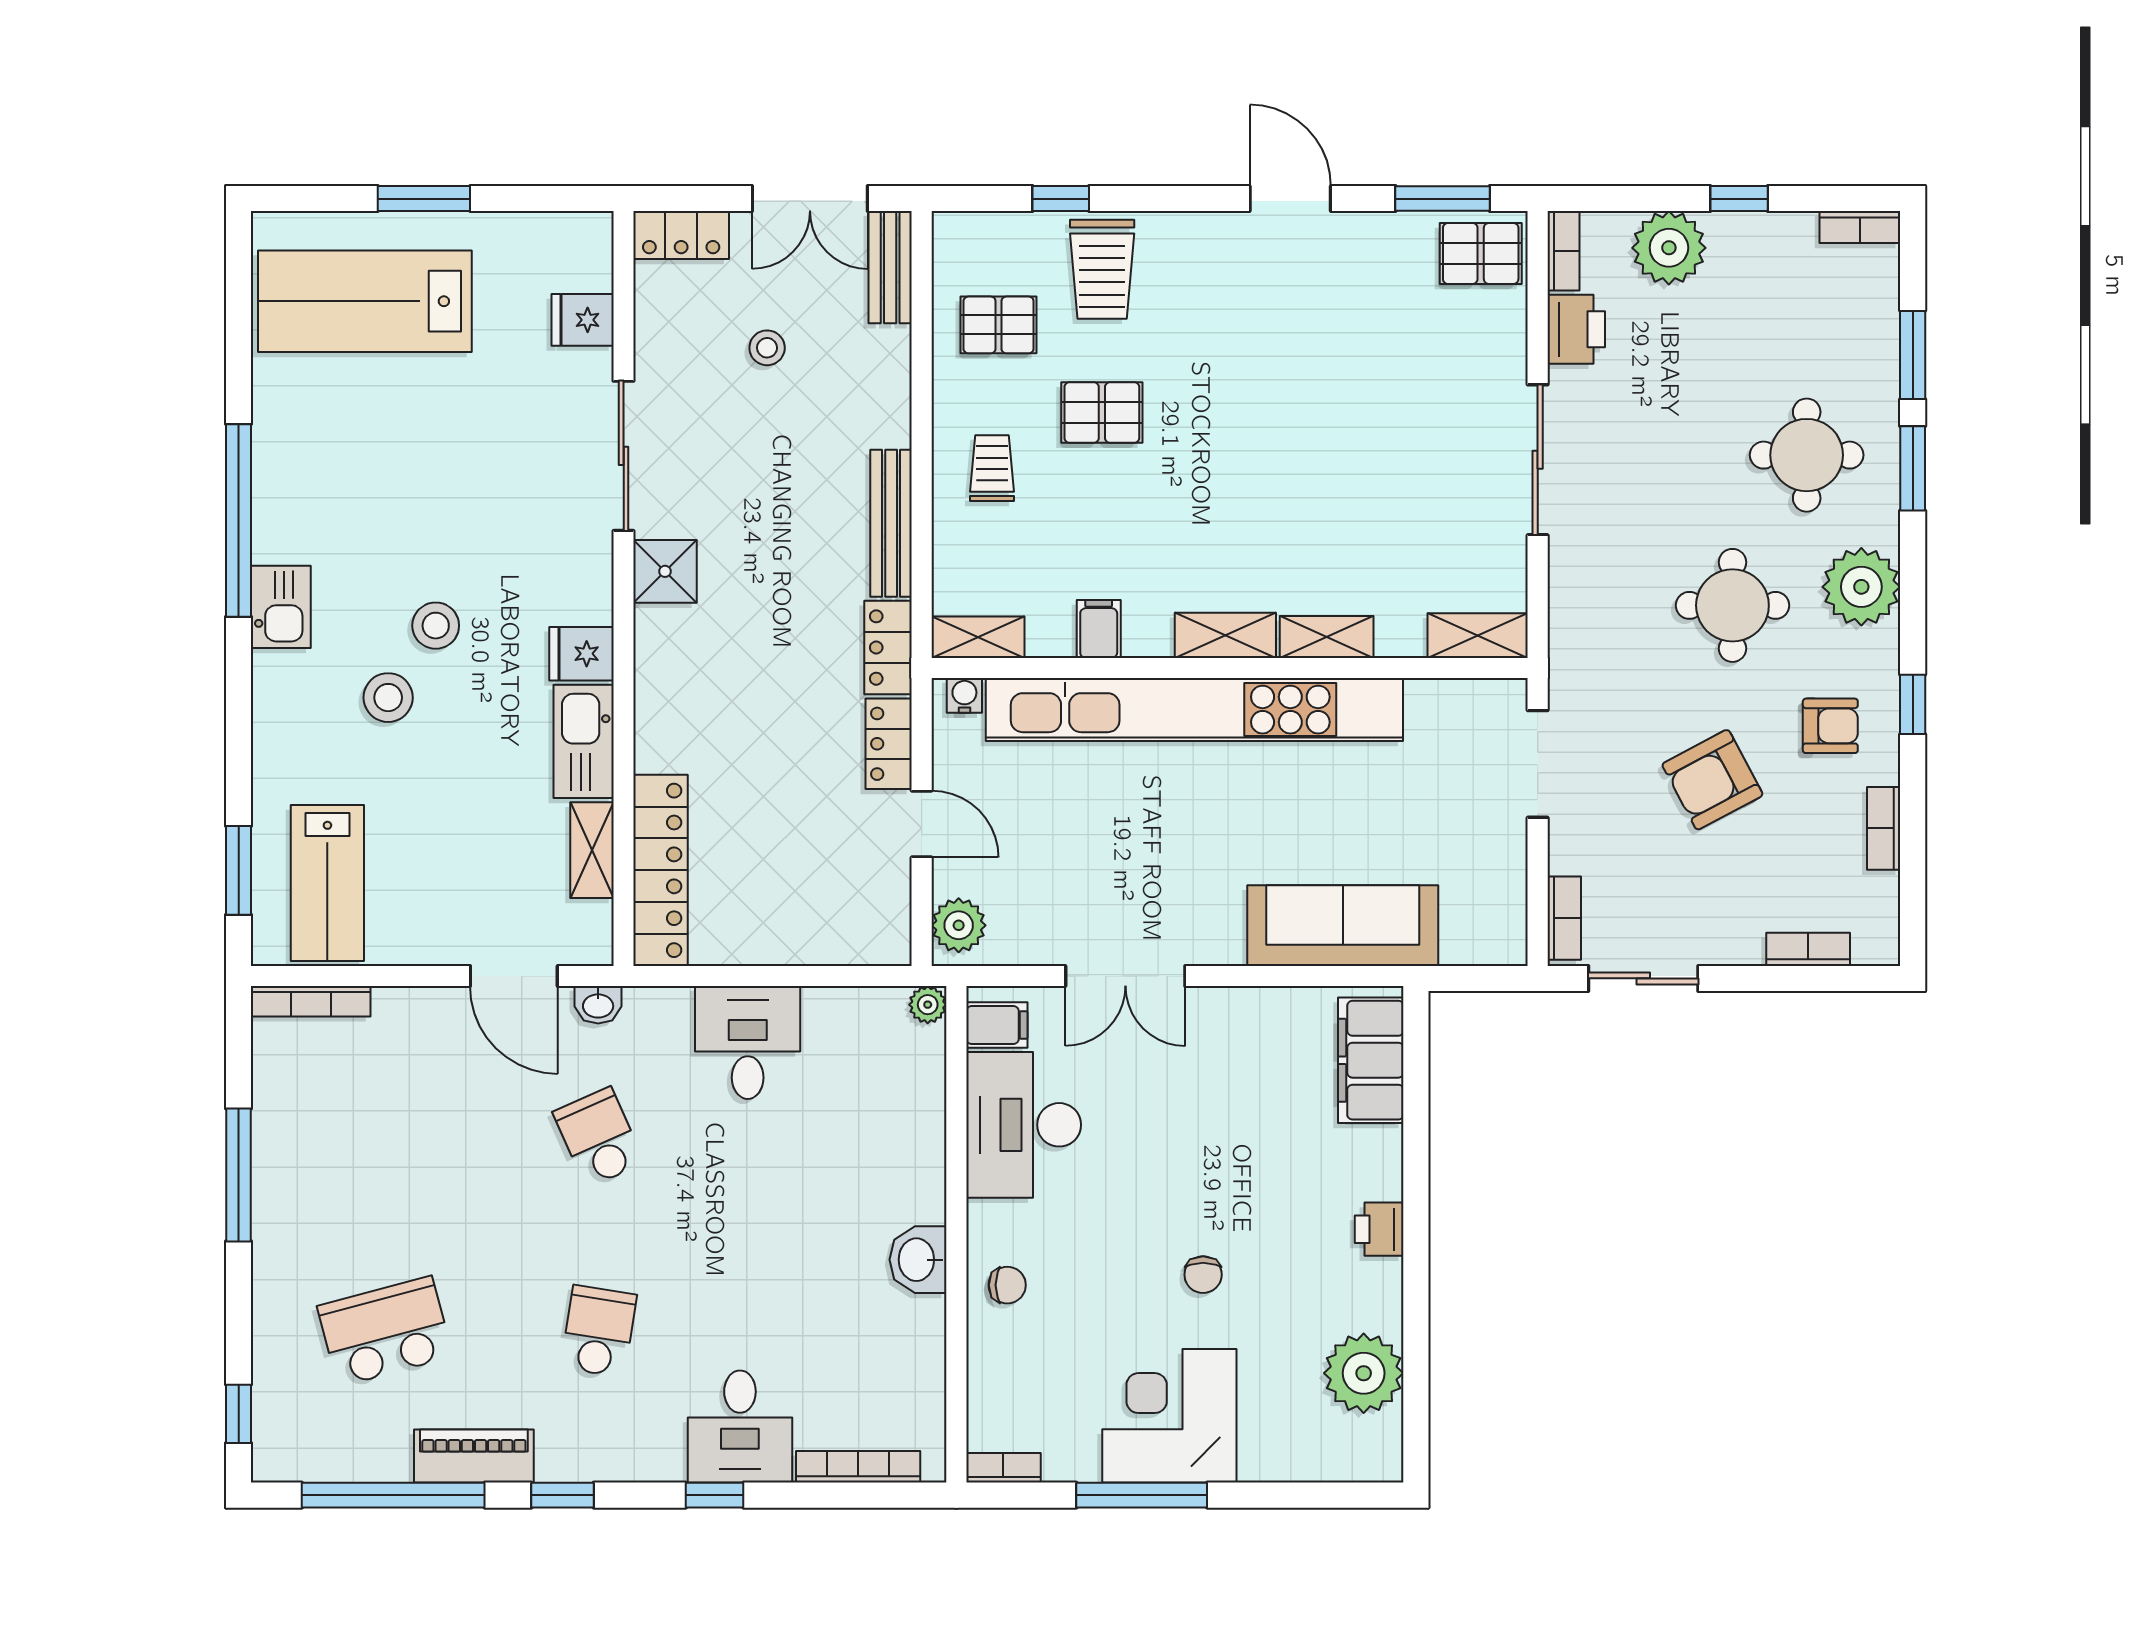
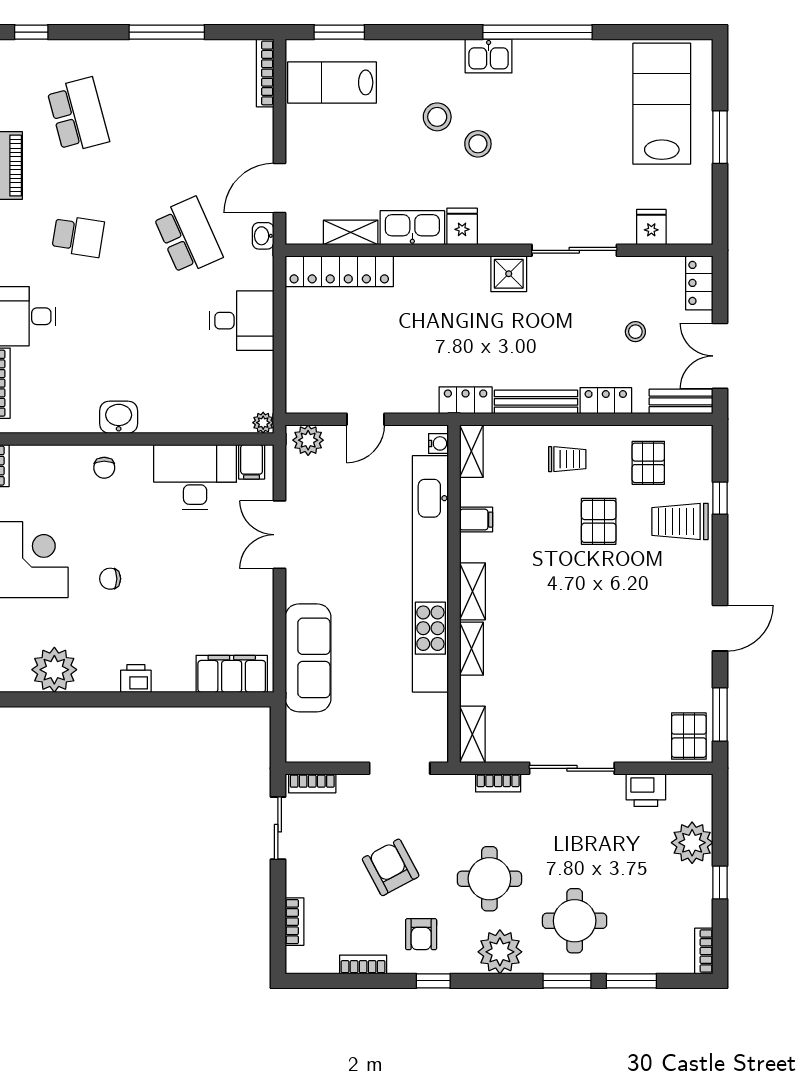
bookcase: (1563, 251) -> (498, 783), moved
locker: (889, 744) -> (606, 401), moved
school desk: (599, 1137) -> (188, 236), width x1.85

